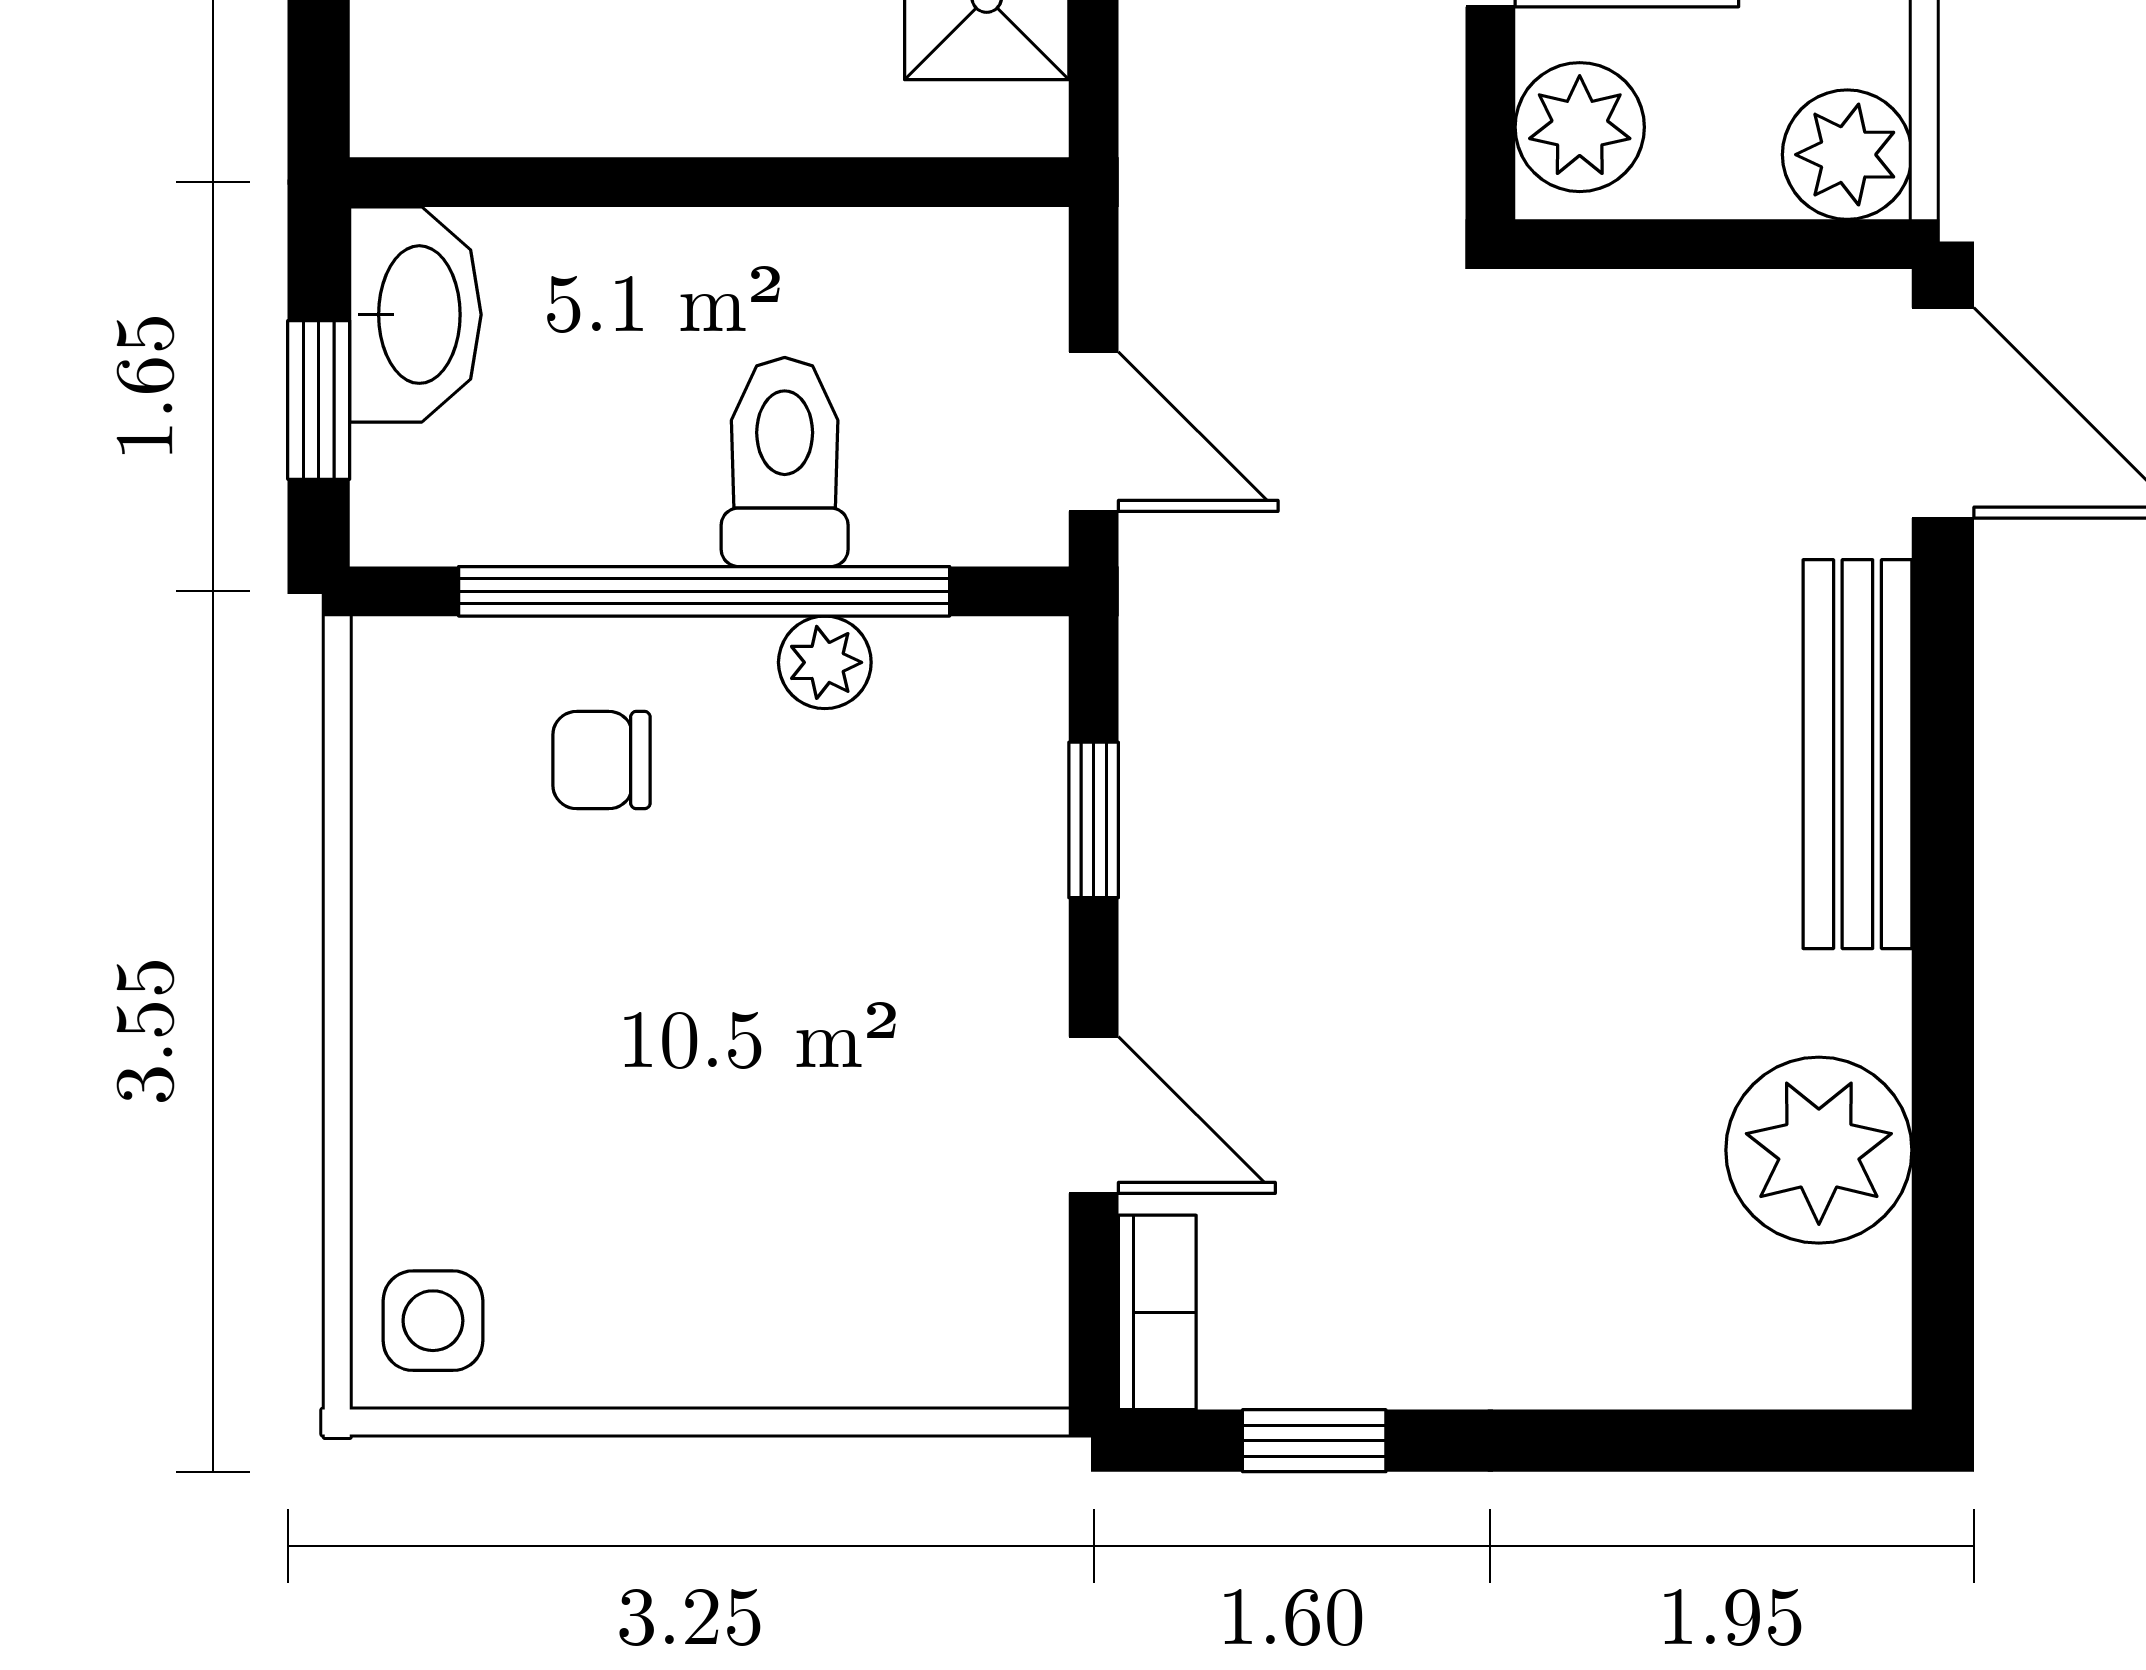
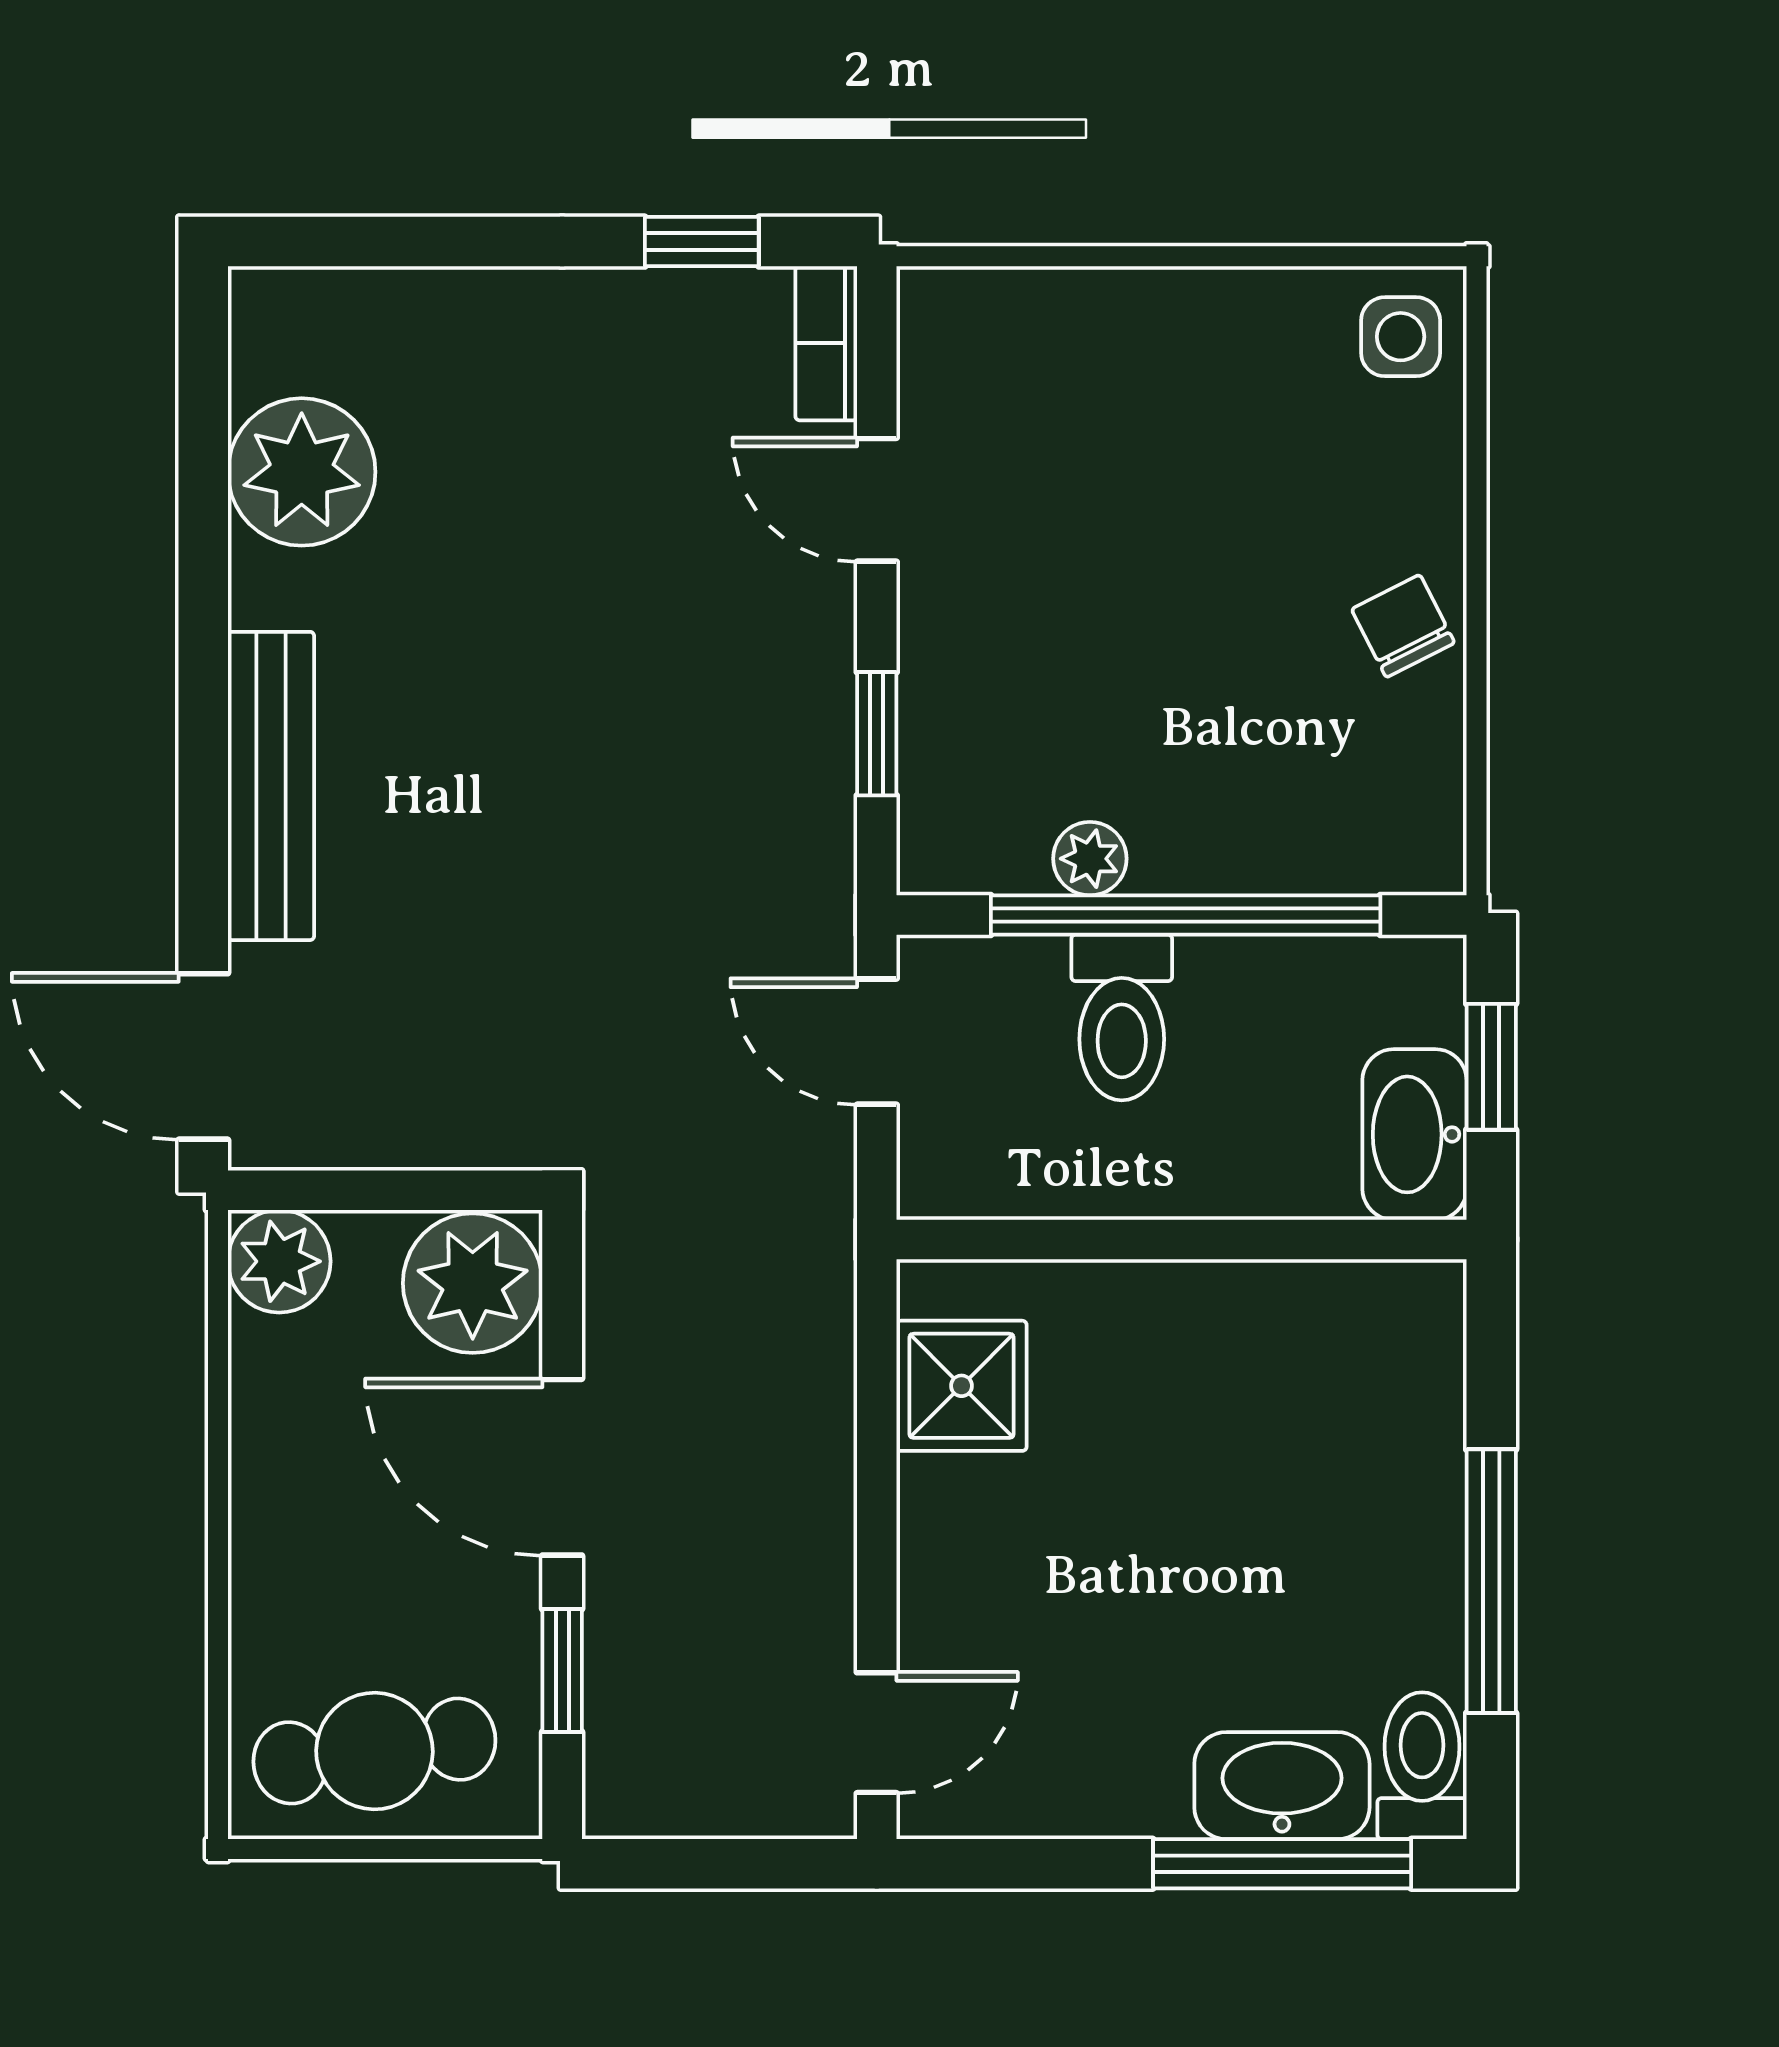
plant: (1580, 127) -> (473, 1283), width x1.36, depth x1.36
chair: (601, 760) -> (1403, 626), moved, turned -117

